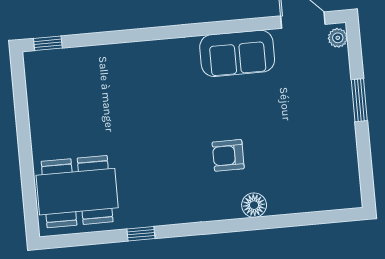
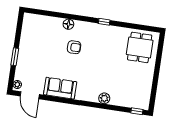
plant: (130, 55) -> (104, 98), added
dining table: (77, 192) -> (140, 47), width x0.73
window: (141, 234) -> (104, 22), moved

